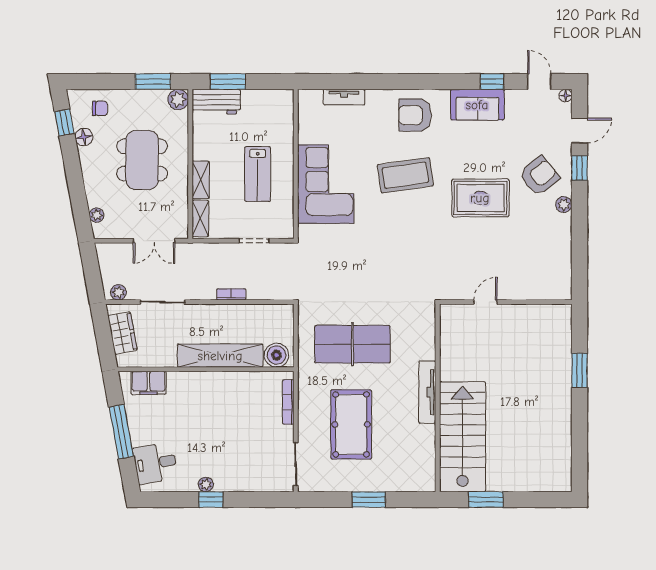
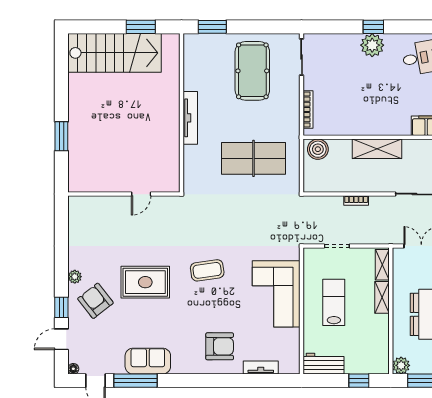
window: (228, 82) -> (359, 381), width x0.67
window: (492, 82) -> (136, 381), width x2.17
workbench: (216, 102) -> (324, 364), moved
armchair: (415, 115) -> (220, 346), moved
coffee table: (405, 175) -> (207, 270), moved, width x0.73, depth x0.76
armchair: (539, 176) -> (95, 301), turned 91
shelving: (220, 356) -> (377, 149), width x0.68
pool table: (351, 424) -> (252, 71), moved
stairs: (463, 437) -> (115, 53), moved, turned -90
plant: (206, 484) -> (372, 45), width x1.88, depth x1.88
window: (369, 500) -> (212, 27), moved

